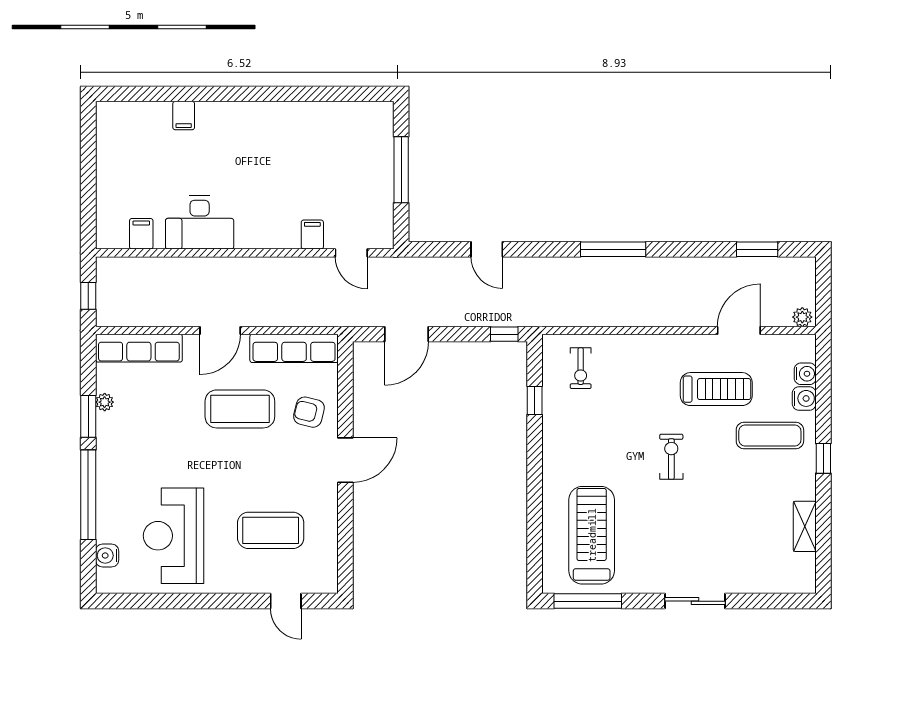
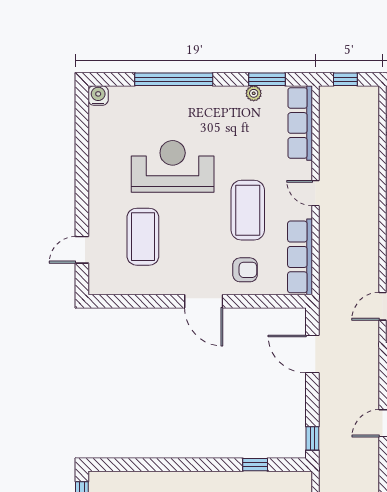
door: (220, 331) -> (315, 193), width x0.73
armchair: (309, 412) -> (245, 270), turned 76
window: (88, 416) -> (267, 79), moved
reception desk: (174, 536) -> (173, 166), moved
water cooler: (107, 556) -> (98, 95), moved

